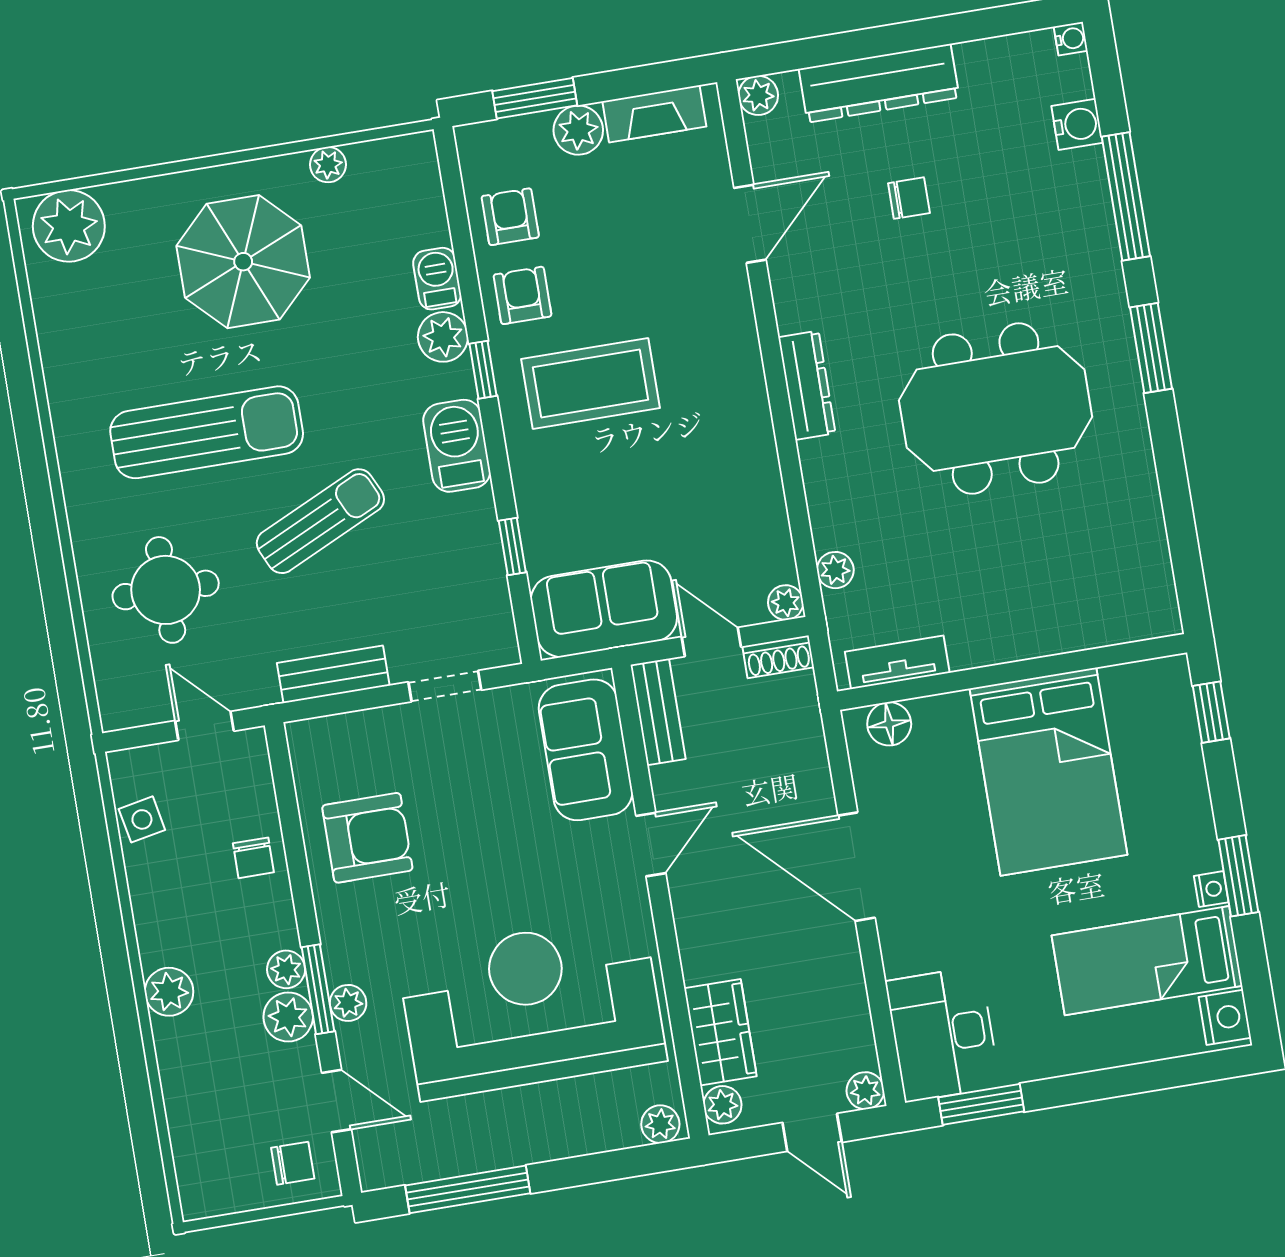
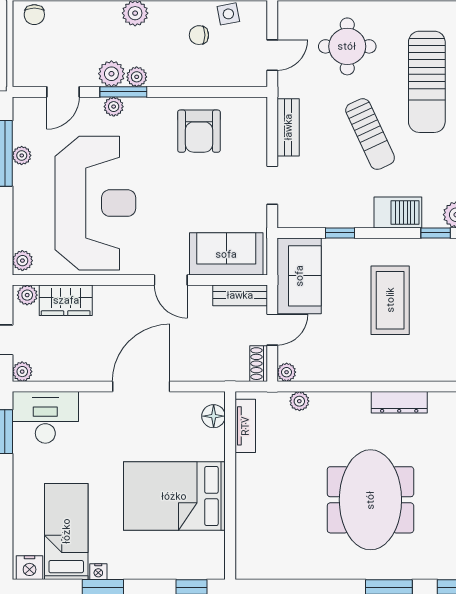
coffee table: (590, 384) -> (390, 300), moved
chair: (253, 858) -> (199, 35), moved
plant: (466, 1158) -> (22, 155), added
chair: (293, 1163) -> (34, 15), moved

